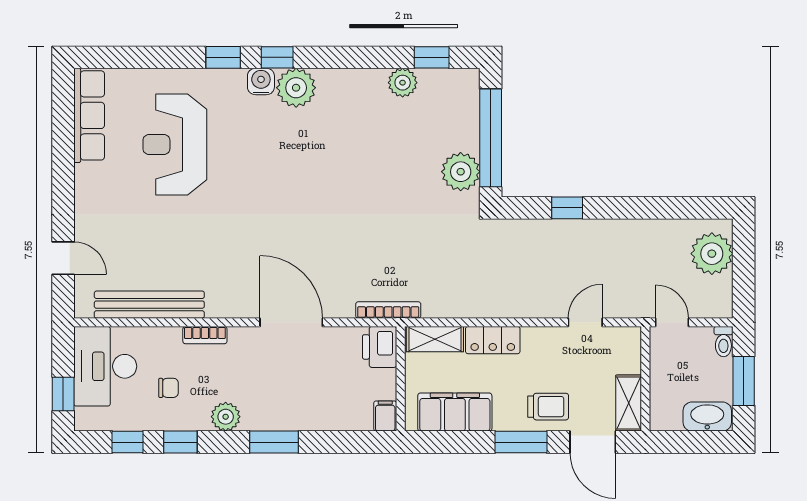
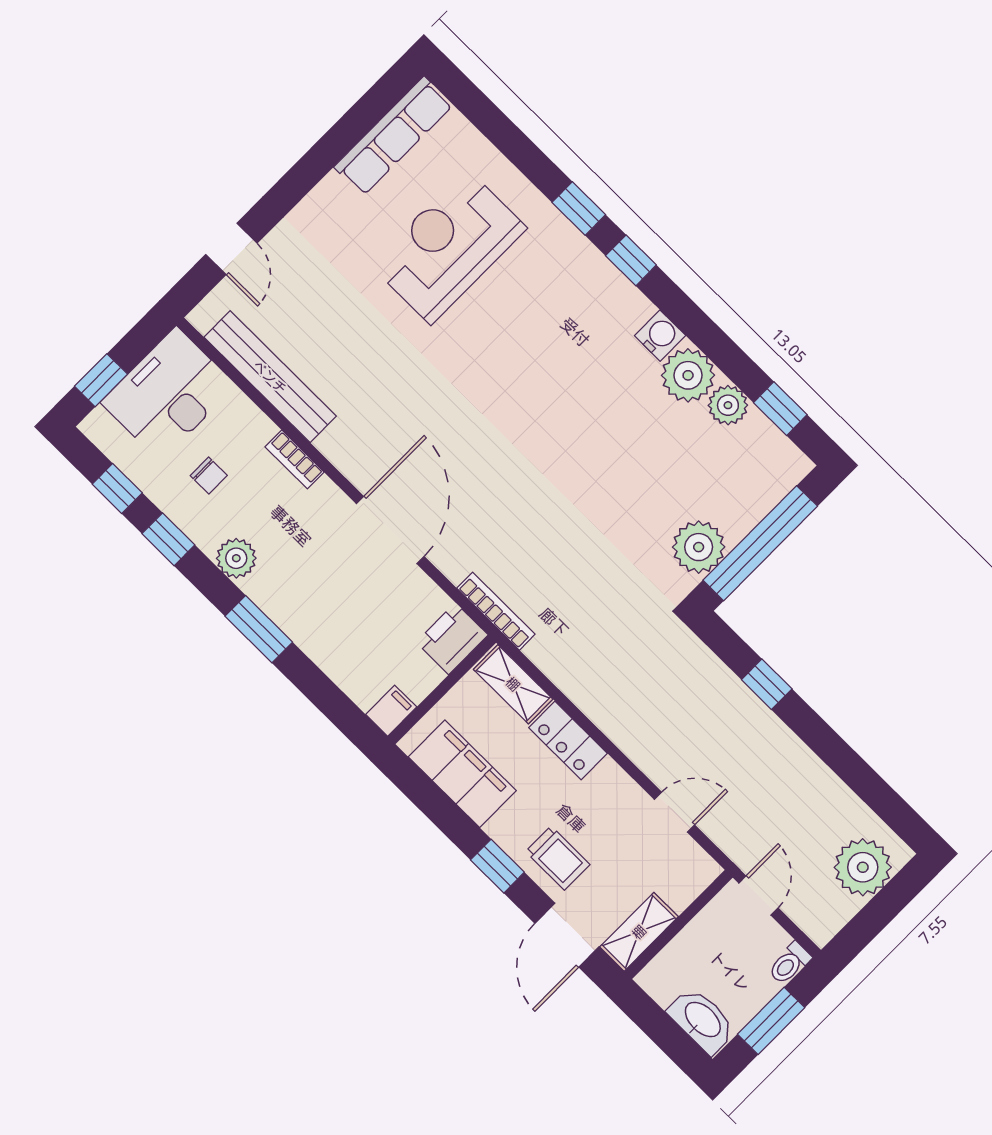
water cooler: (261, 81) -> (660, 336), moved
plant: (296, 88) -> (688, 375), moved
window: (521, 442) -> (497, 866), width x0.67

